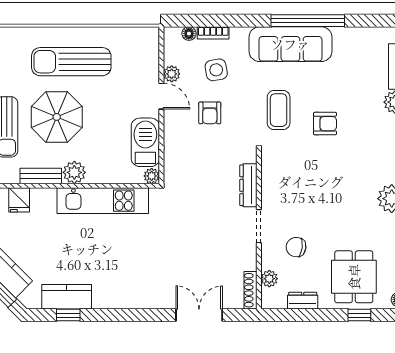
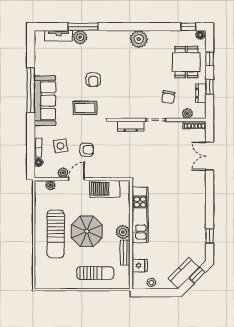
parasol: (57, 117) -> (87, 231), moved
armchair: (325, 124) -> (93, 80), turned 180
plant: (152, 176) -> (50, 185), moved
dining table: (354, 277) -> (186, 62), turned 90
kitchen counter: (67, 297) -> (198, 237), removed
window: (313, 315) -> (210, 87), added

